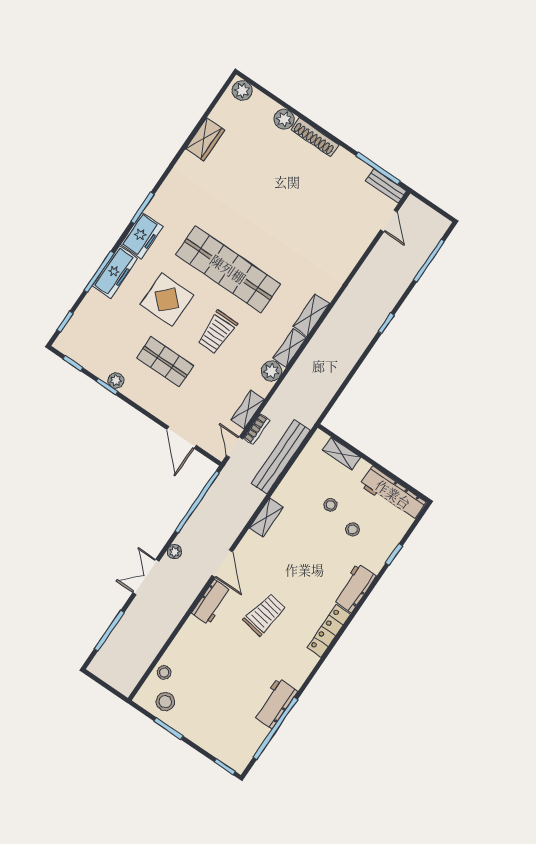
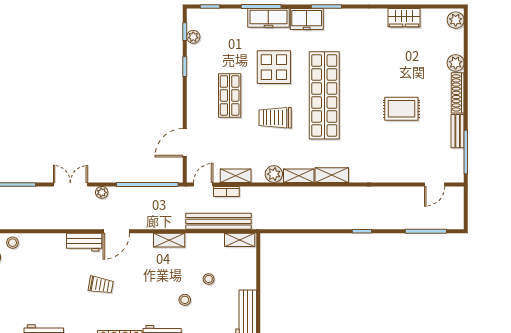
bench: (386, 186) -> (458, 131), moved
rug: (293, 203) -> (401, 109), added
plant: (116, 381) -> (193, 37), moved
shelving: (342, 454) -> (240, 240), moved, turned 90
stool: (353, 529) -> (185, 300), moved
trolley: (264, 614) -> (101, 285), width x0.73, depth x0.72

